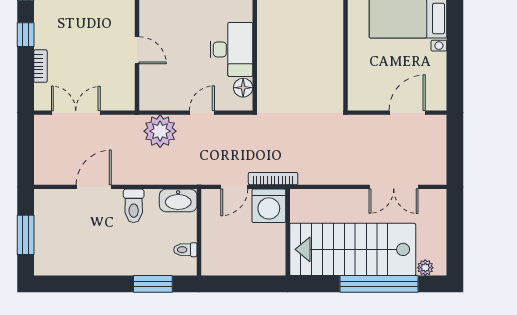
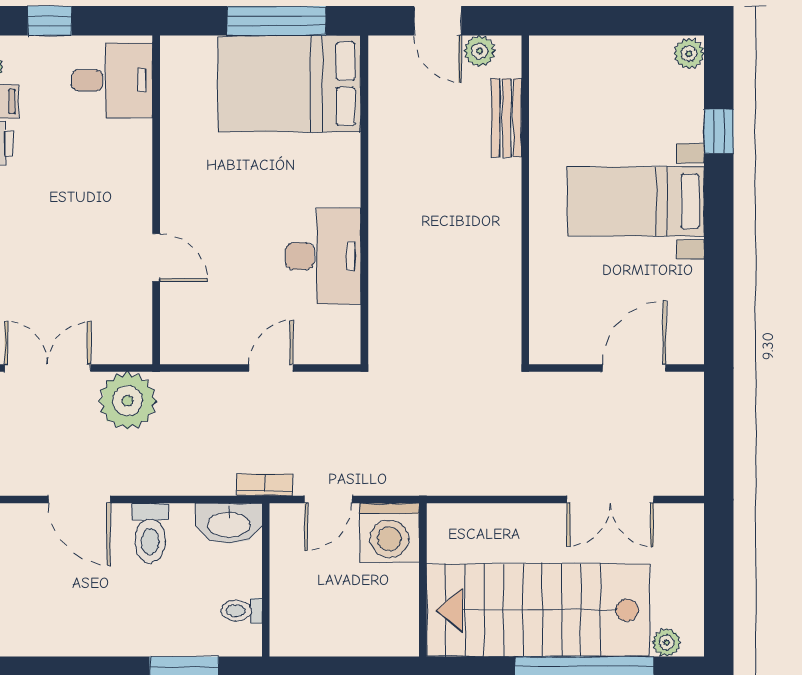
floor lamp: (243, 88) -> (344, 324), removed
plant: (160, 131) -> (128, 401), moved
bookcase: (273, 179) -> (265, 485), moved, width x0.64
door: (94, 187) -> (79, 500), swing flipped

